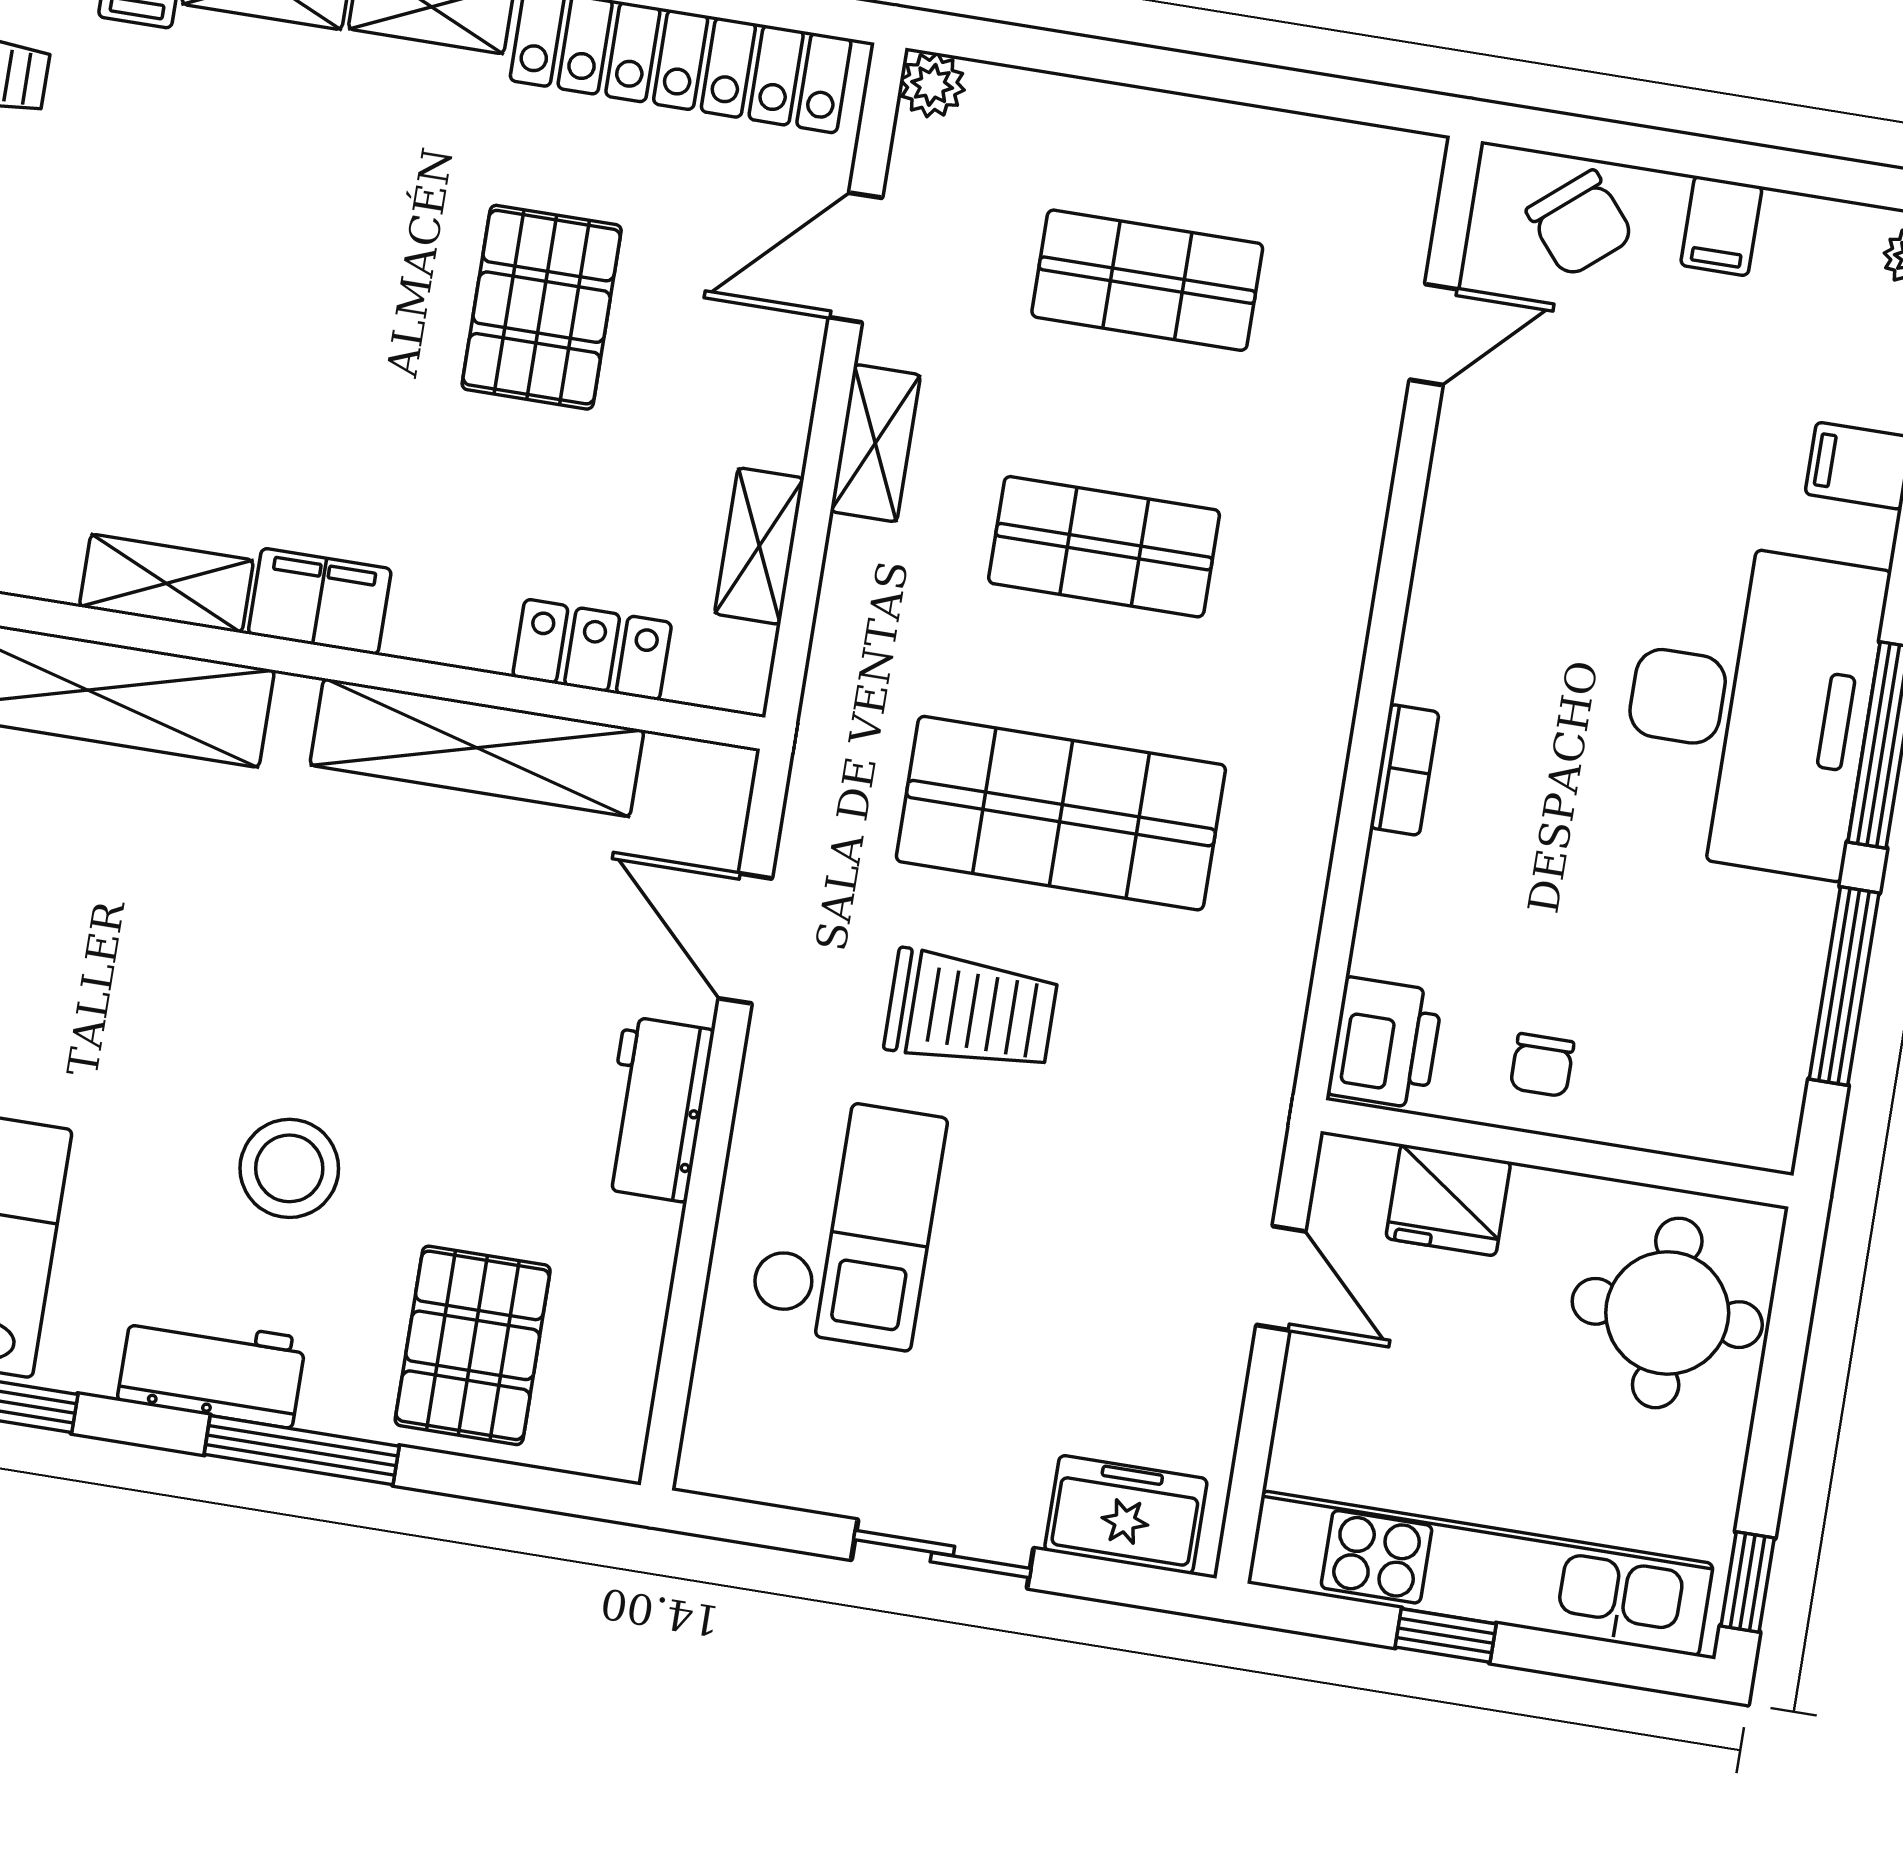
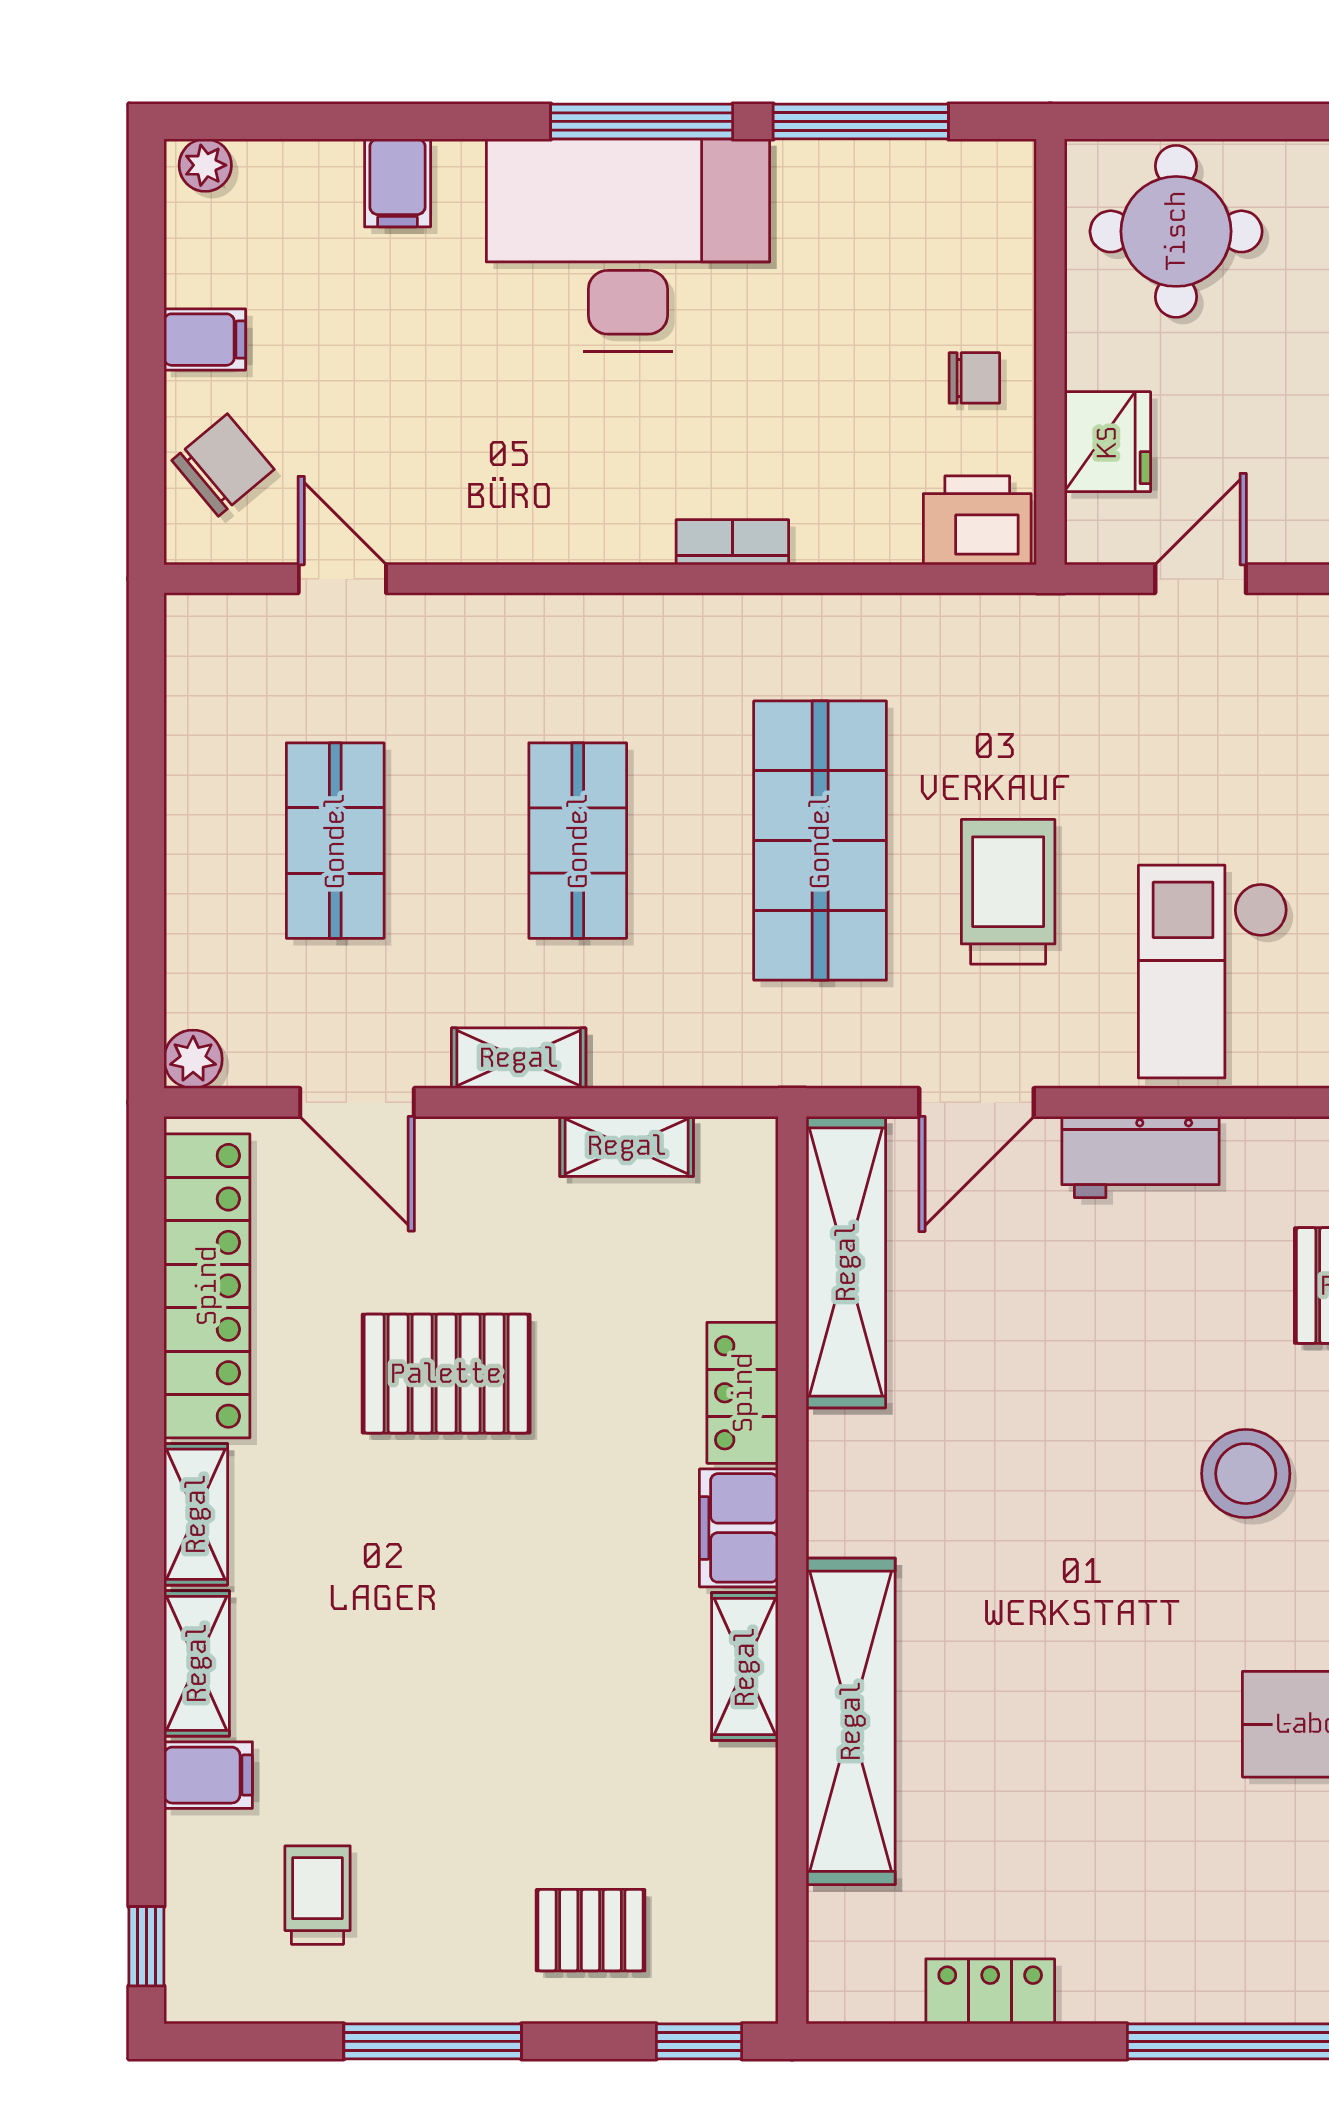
locker: (592, 650) -> (743, 1393), moved
shelving: (477, 748) -> (846, 1262), moved
checkout: (847, 1222) -> (1213, 972), turned -90

